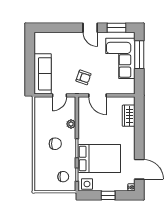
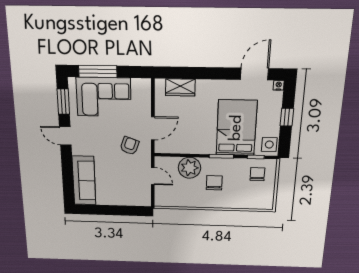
door: (90, 28) -> (65, 136), swing flipped
sofa: (43, 74) -> (84, 181), moved, turned 90
plant: (71, 124) -> (189, 168), width x1.87, depth x1.87

